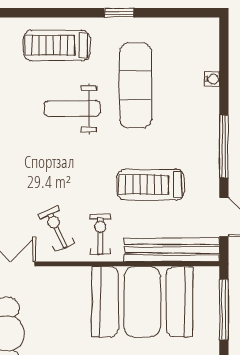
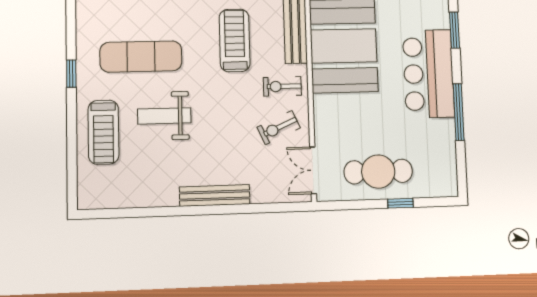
weight bench: (72, 109) -> (164, 116), turned 90
treadmill: (151, 185) -> (235, 40), turned 180

